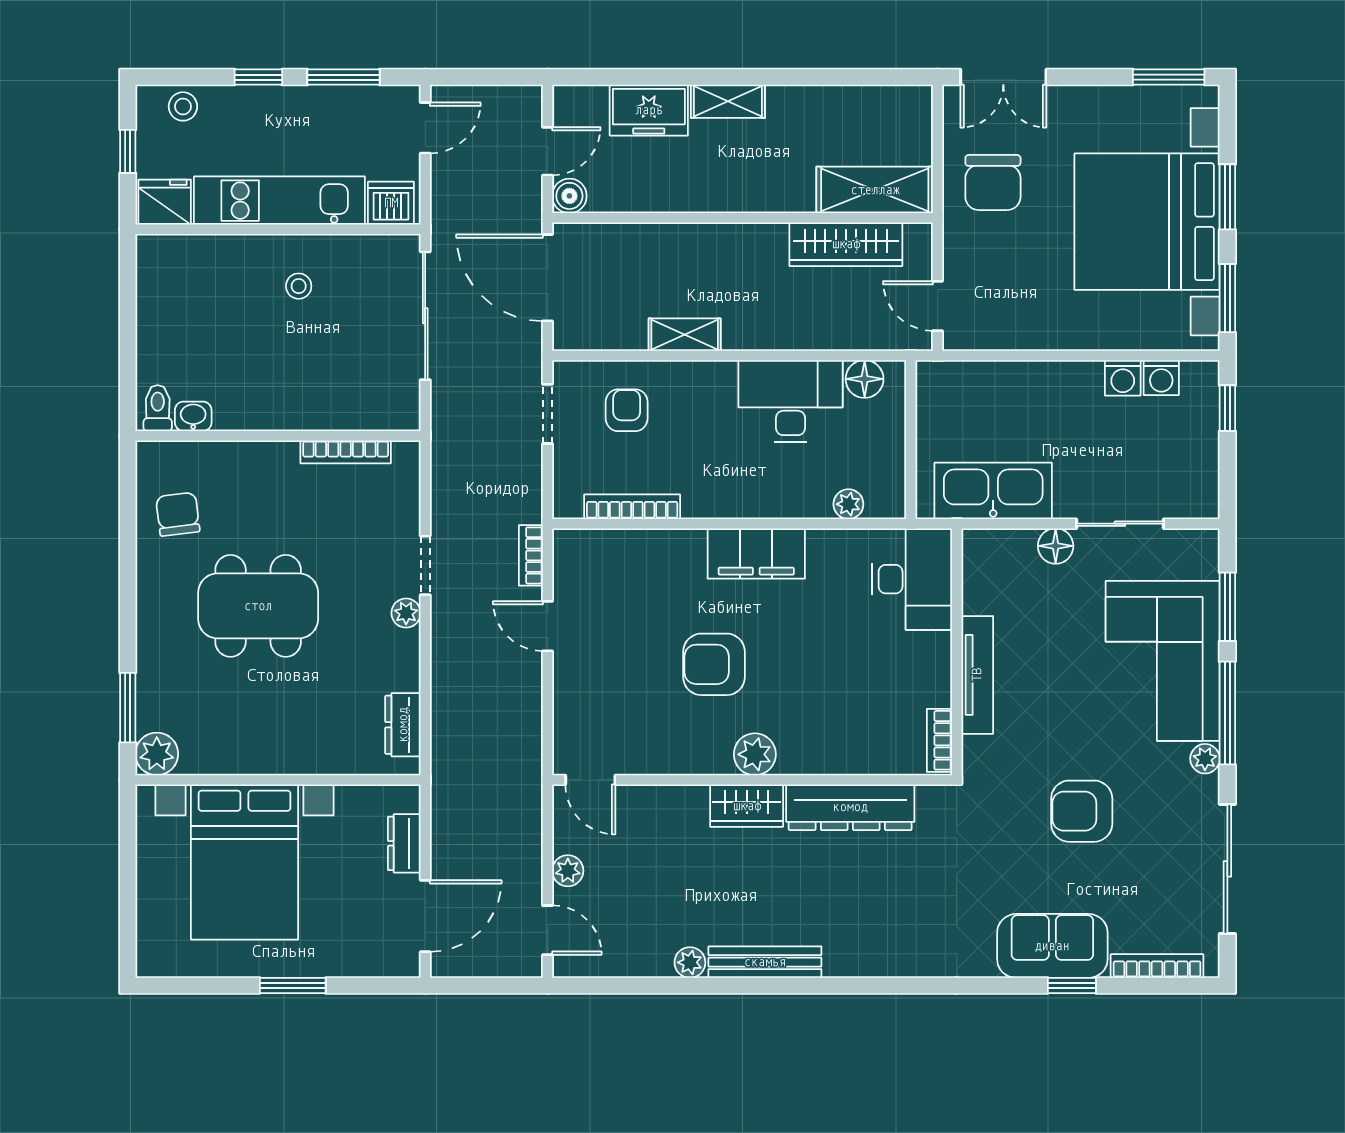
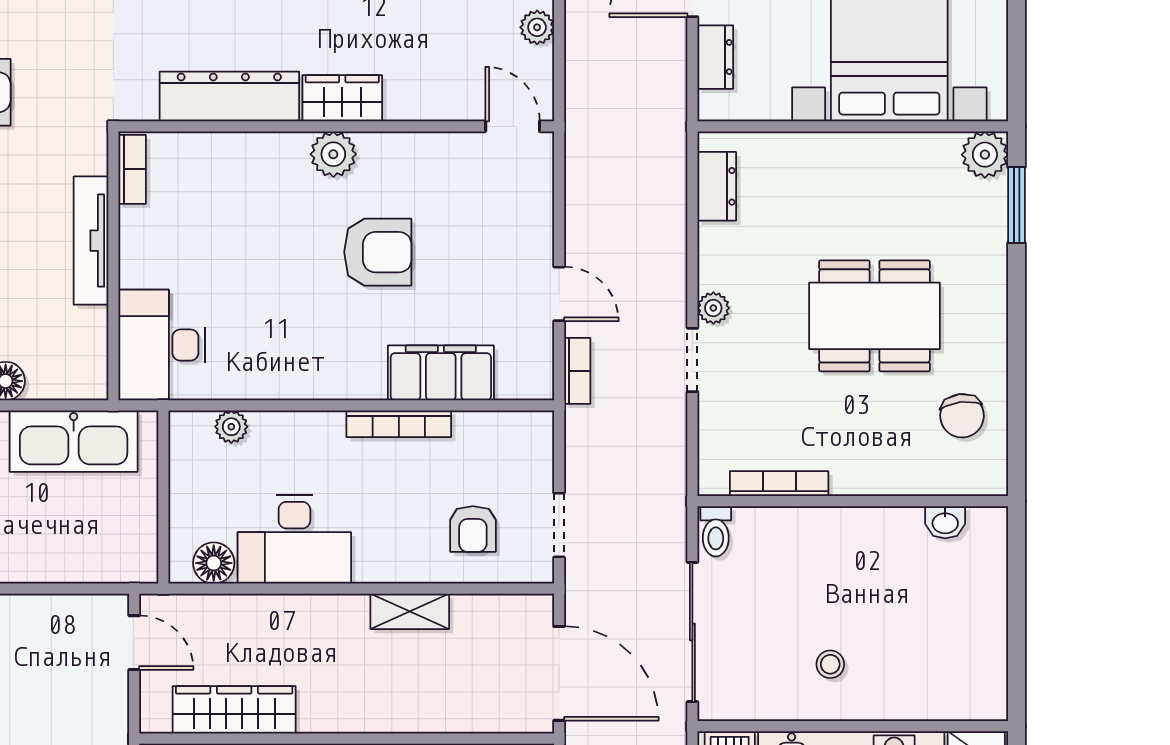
toilet: (158, 408) -> (716, 531), moved
bookcase: (632, 507) -> (399, 424), moved
filing cabinet: (756, 553) -> (441, 373), moved

